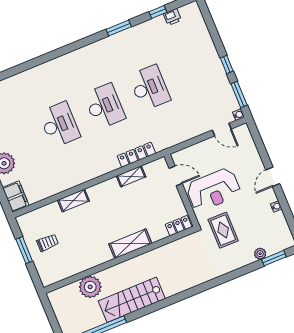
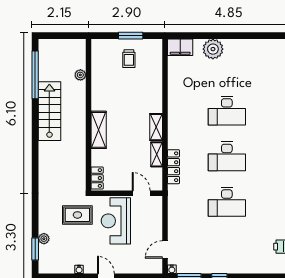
door: (176, 176) -> (141, 193), swing flipped
shelving: (73, 201) -> (156, 127), moved
plant: (90, 287) -> (80, 75), width x0.53, depth x0.53

